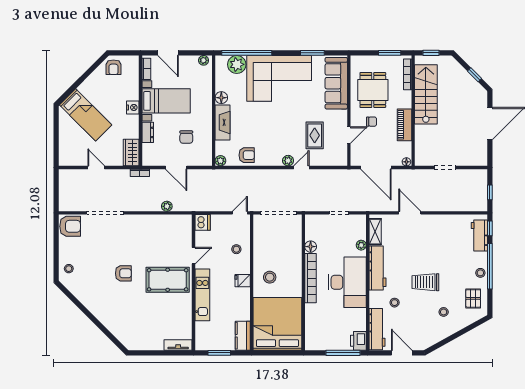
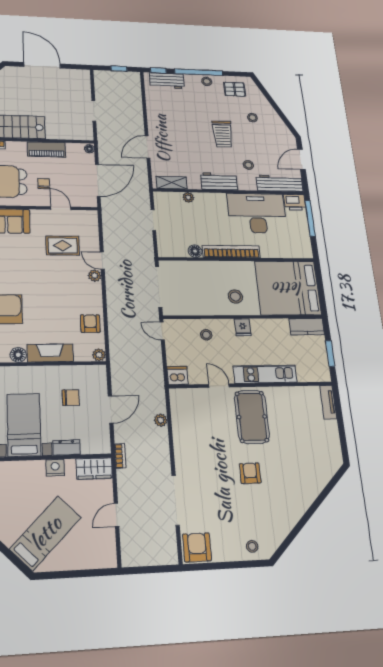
nightstand: (133, 107) -> (55, 468), moved
workbench: (378, 268) -> (219, 181), width x0.73
desk: (347, 282) -> (257, 213), moved

